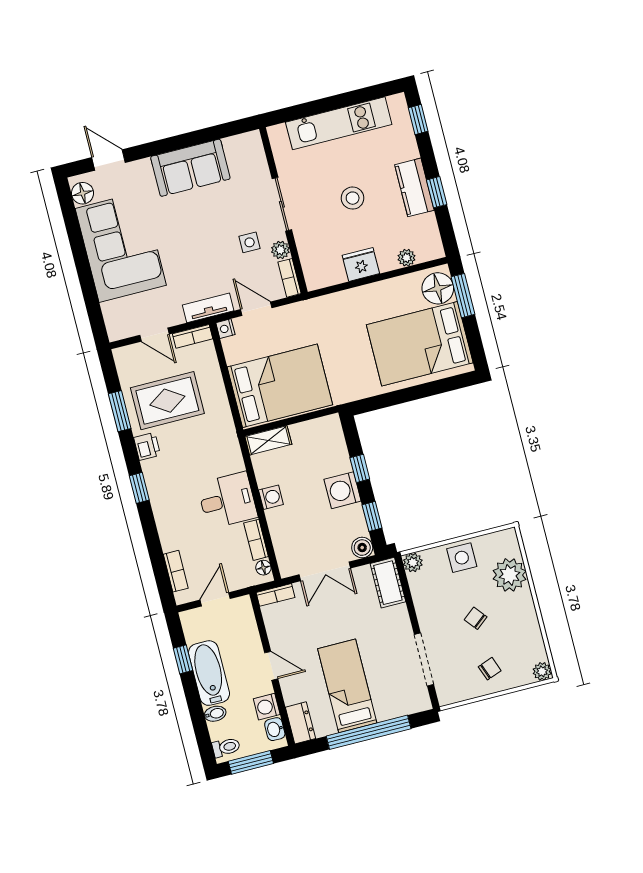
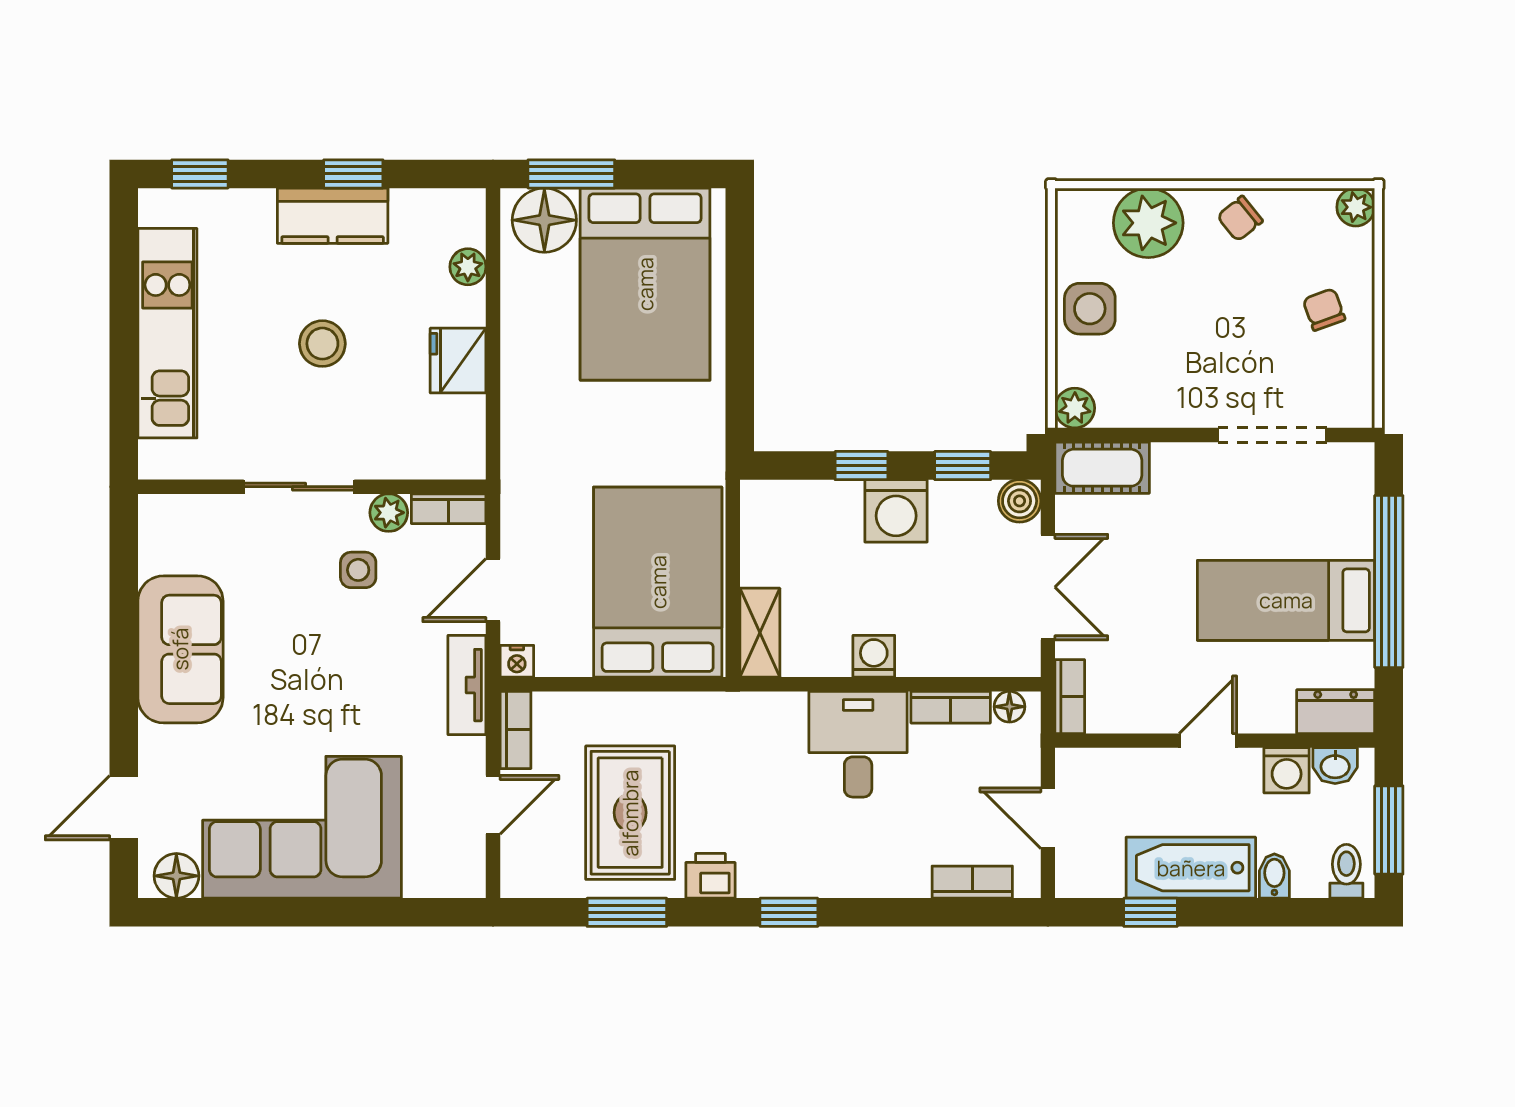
chair: (476, 618) -> (1240, 219), moved

